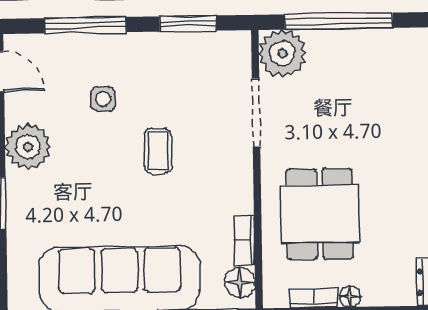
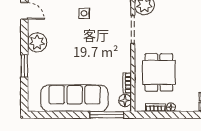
side table: (103, 99) -> (84, 13), moved
coffee table: (158, 151) -> (92, 45), removed

